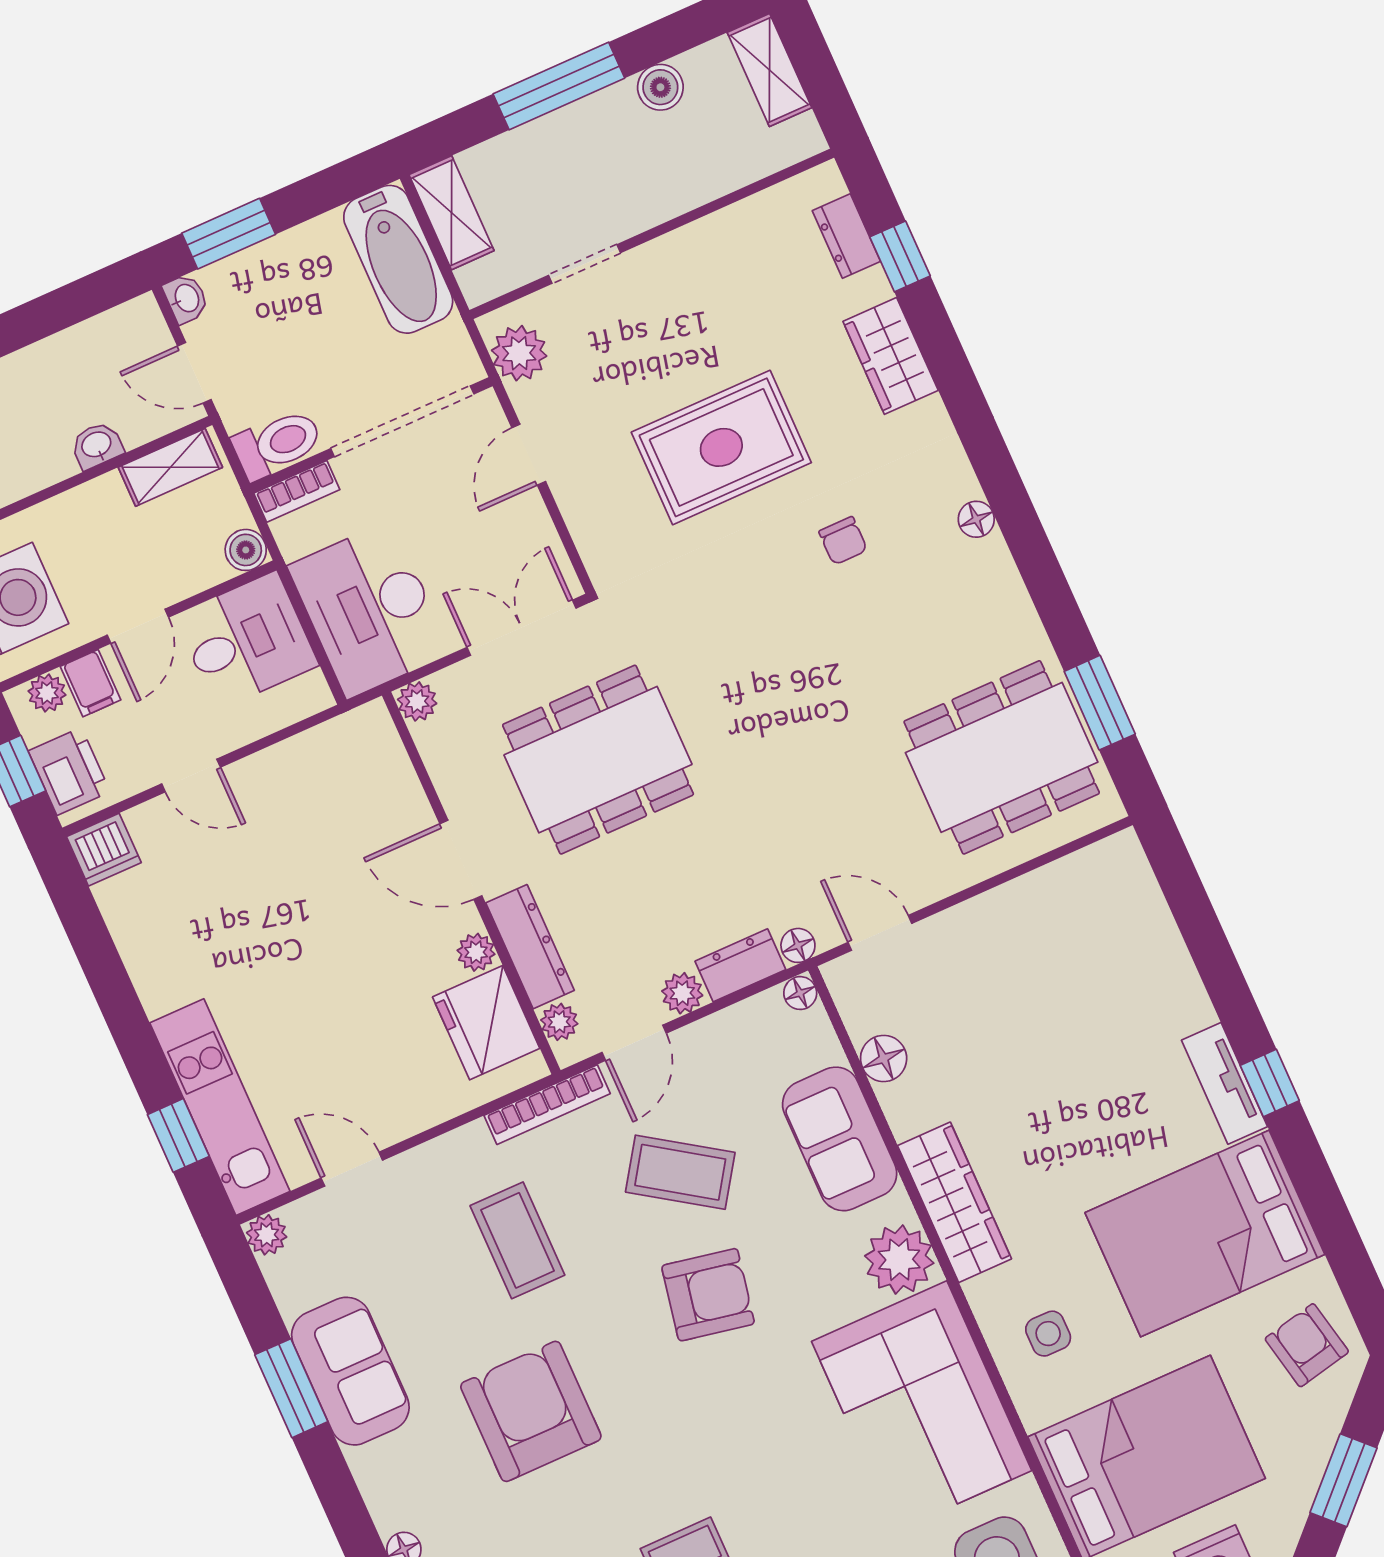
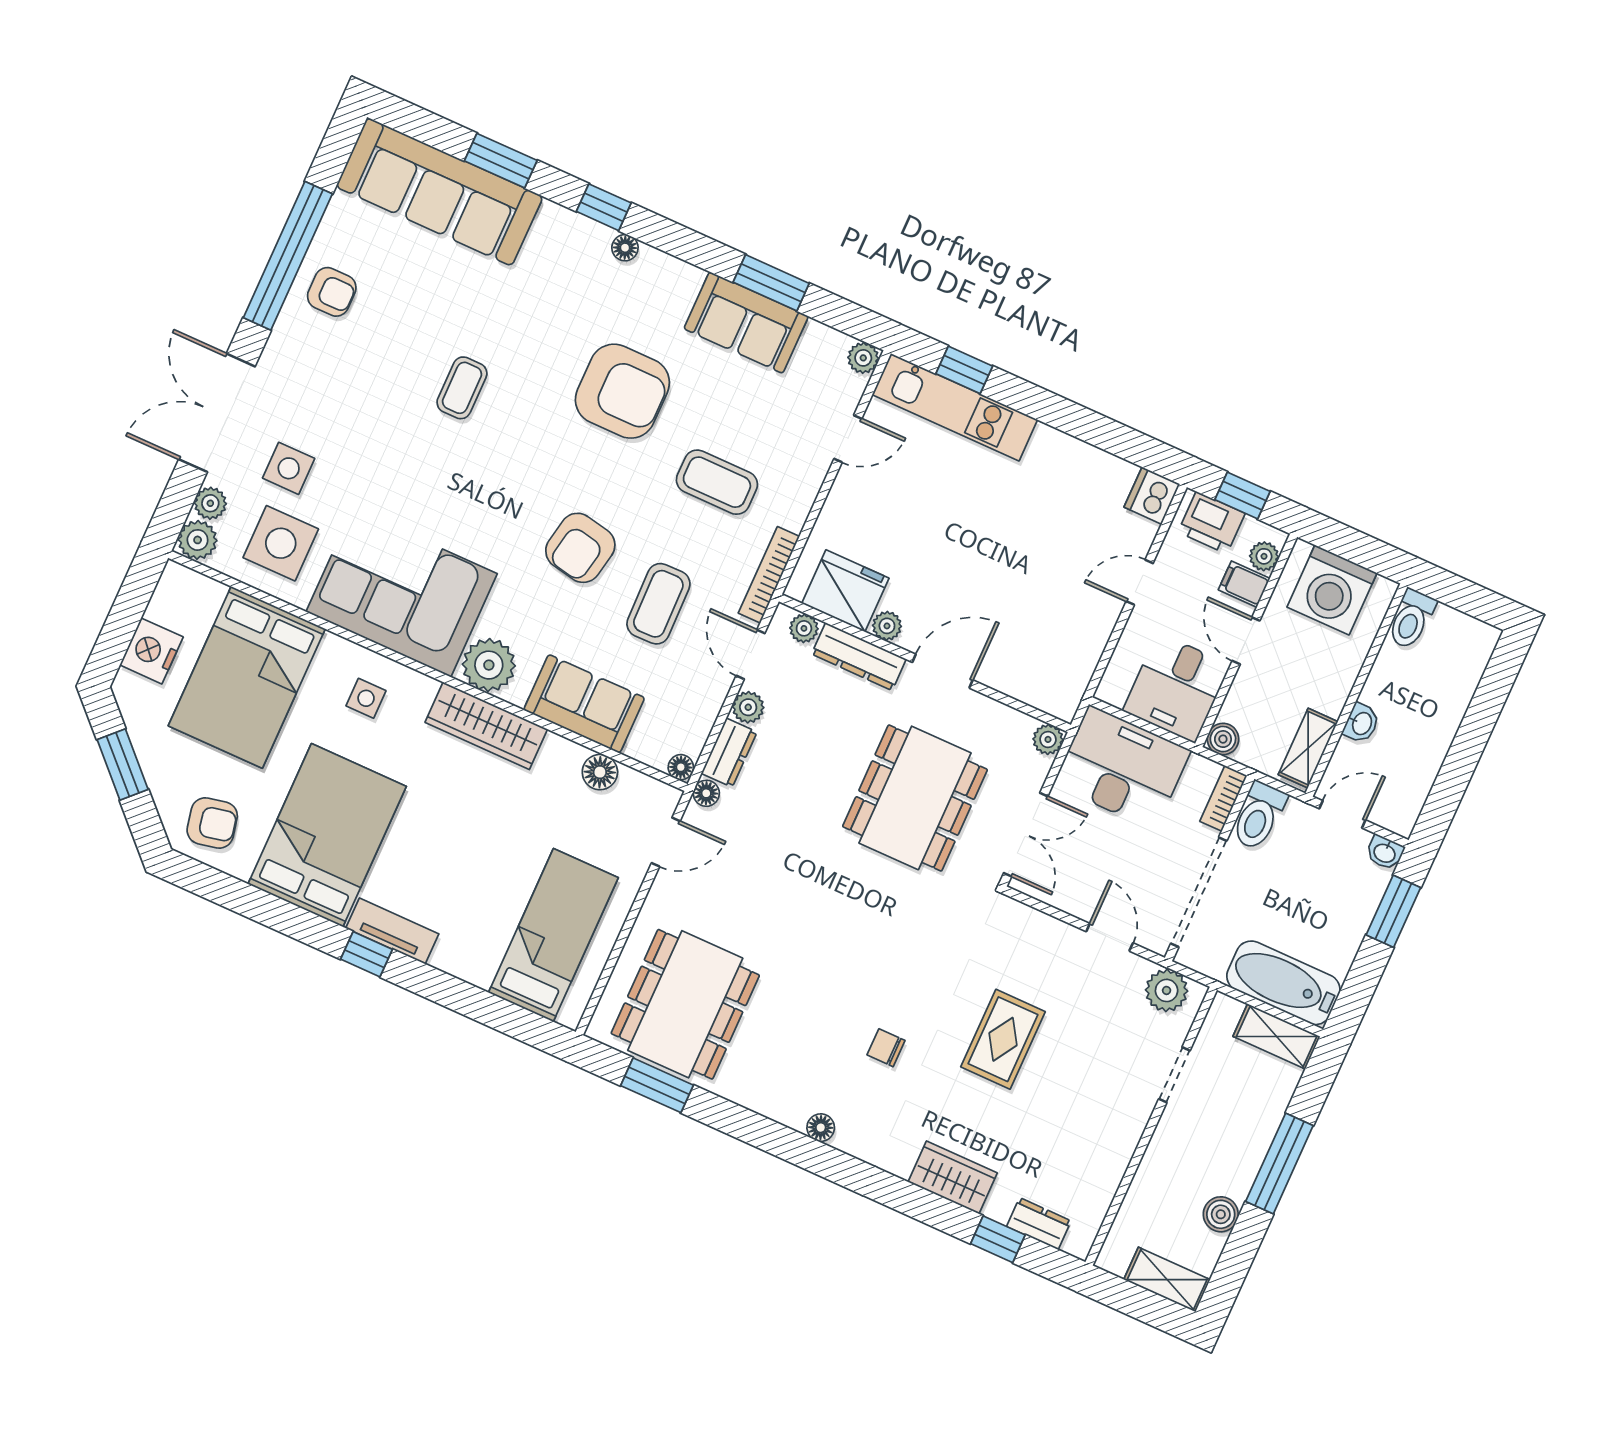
rug: (721, 447) -> (1003, 1039), width x0.73, depth x0.70
bed: (1071, 939) -> (553, 935), added
coffee table: (680, 1172) -> (658, 604), turned -35

